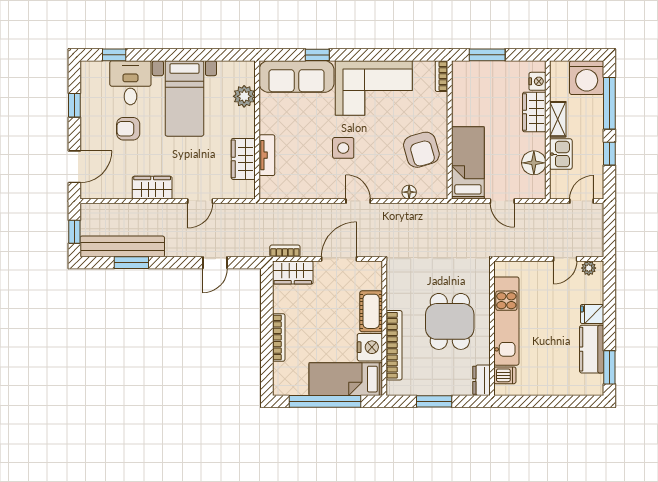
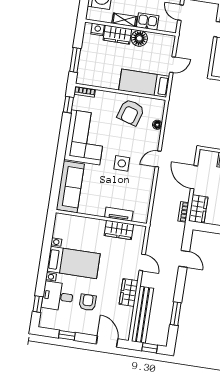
window: (317, 55) -> (68, 105), moved
plant: (244, 96) -> (78, 223), removed
armchair: (128, 129) -> (88, 302), turned 180
armchair: (421, 150) -> (131, 112), turned 123
floor lamp: (534, 163) -> (139, 38), moved
bench: (122, 246) -> (143, 315), moved

